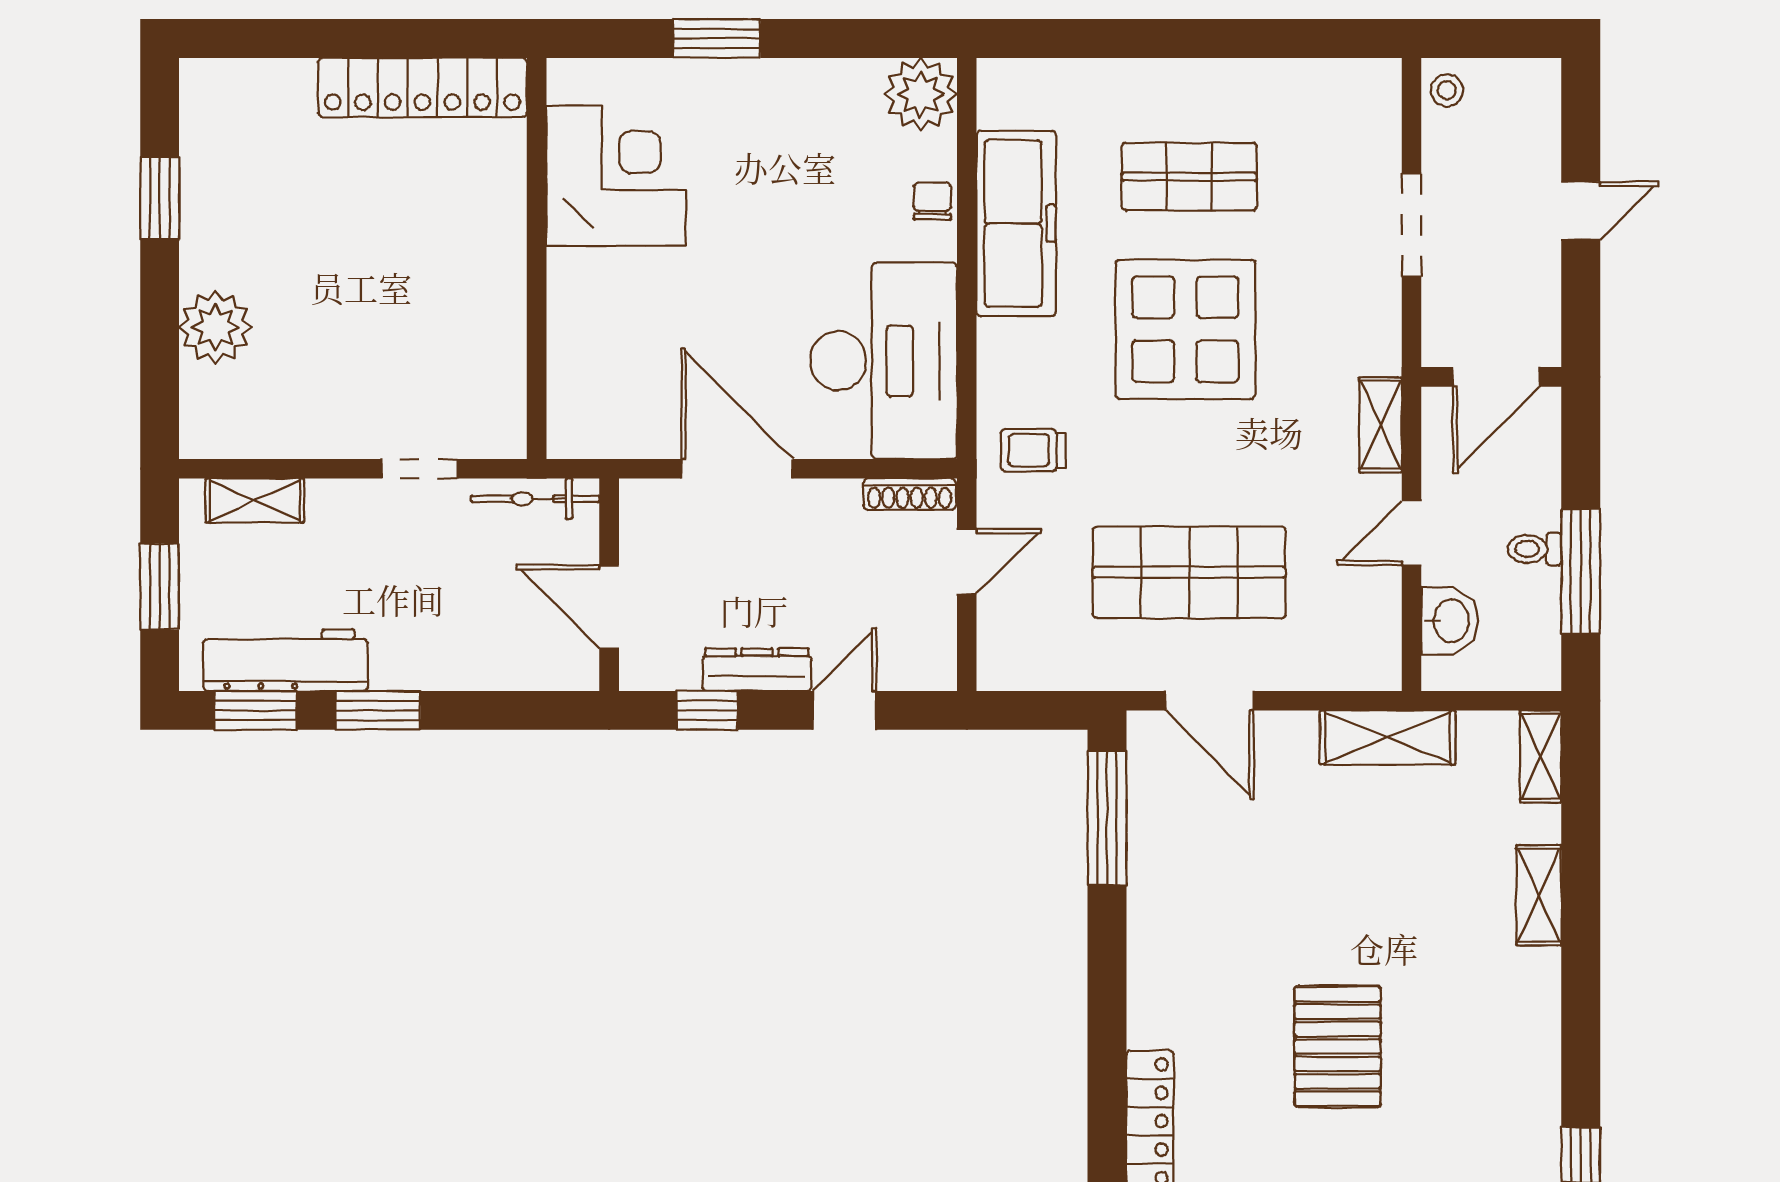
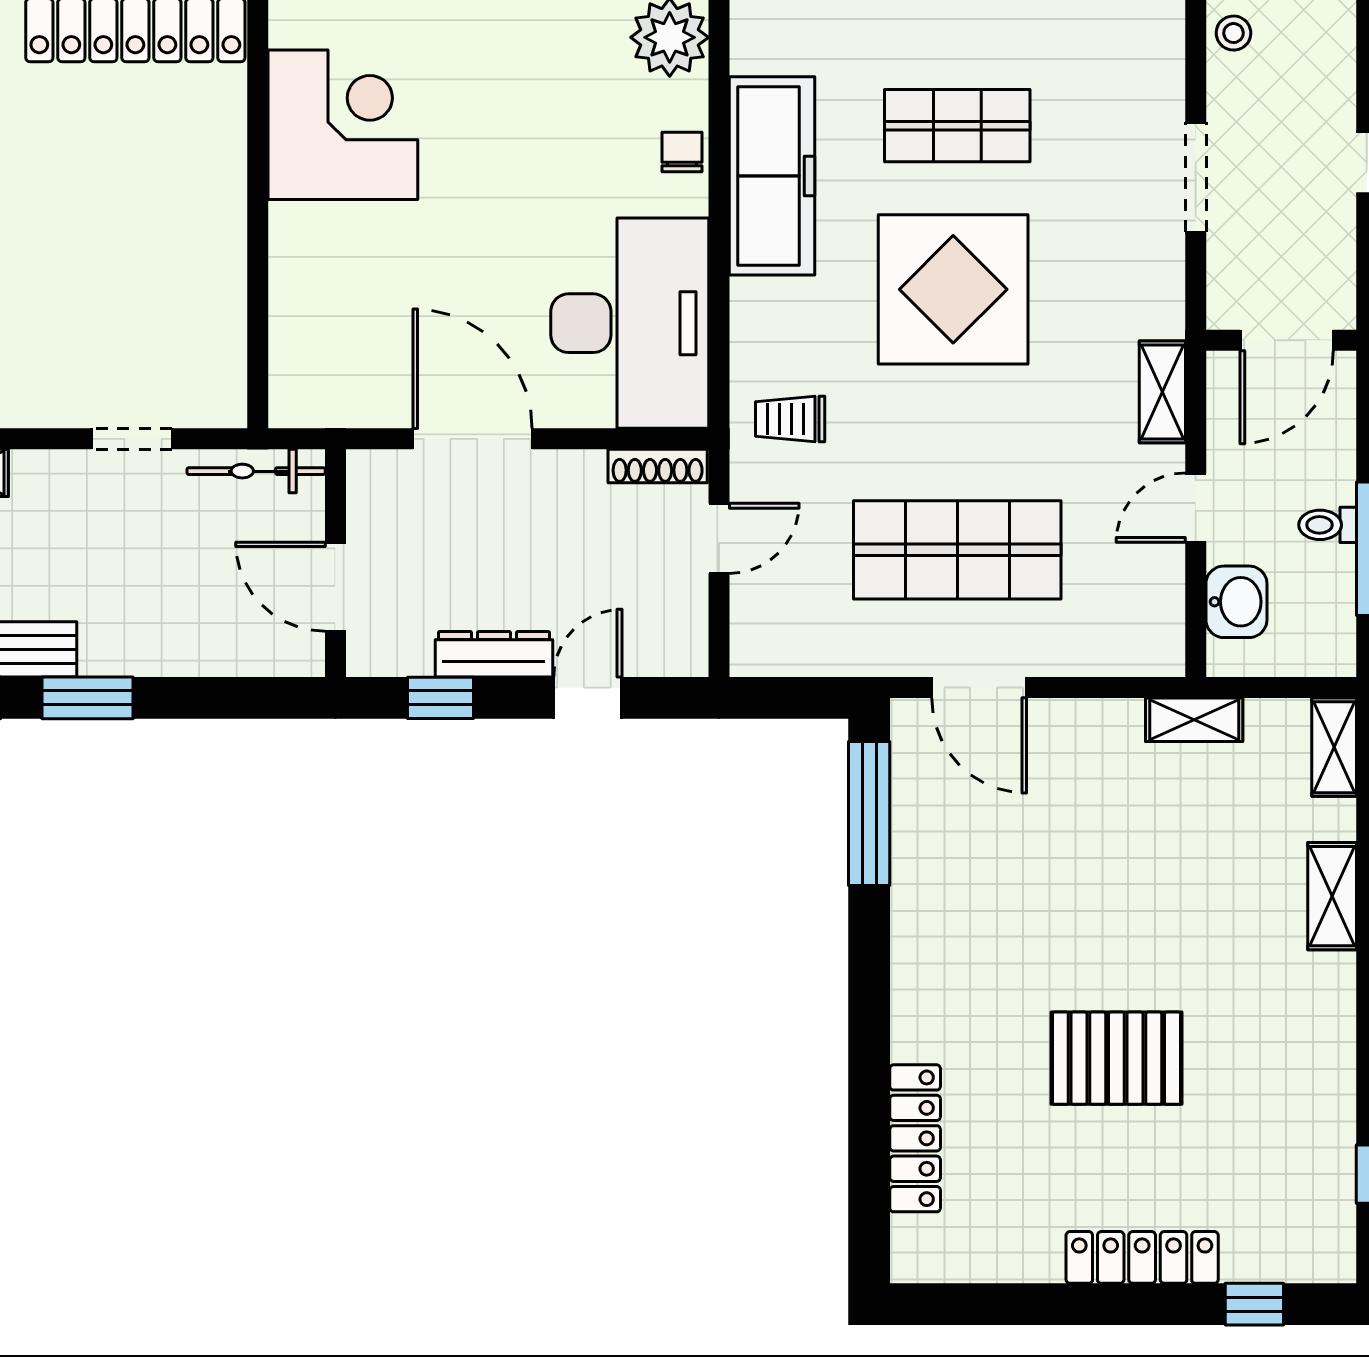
shelving: (1388, 738) -> (1194, 720), width x0.67, depth x0.75
pallet: (1338, 1046) -> (1116, 1058), turned 90

